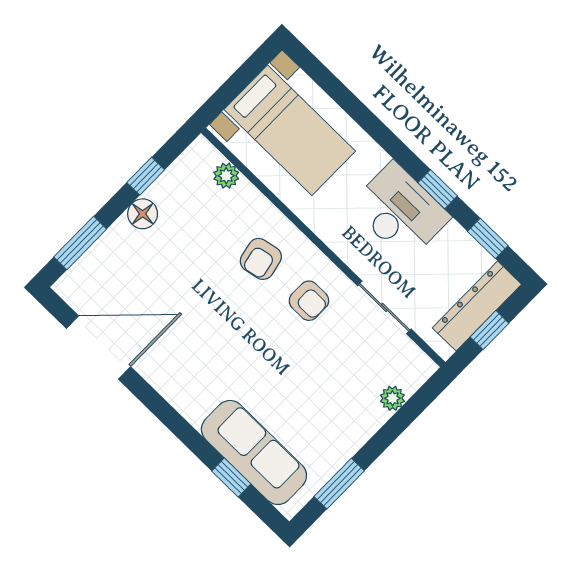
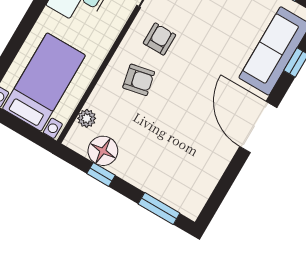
floor lamp: (143, 214) -> (103, 151), moved, width x1.38, depth x1.38
door: (98, 347) -> (258, 127), moved

